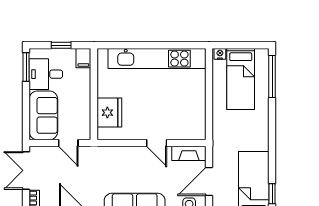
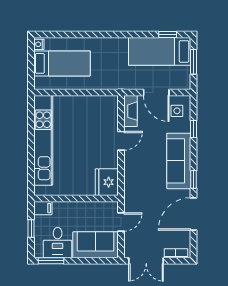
nightstand: (220, 54) -> (39, 44), moved
window: (272, 76) -> (60, 35), removed
fridge: (109, 113) -> (107, 182), moved, turned -90

